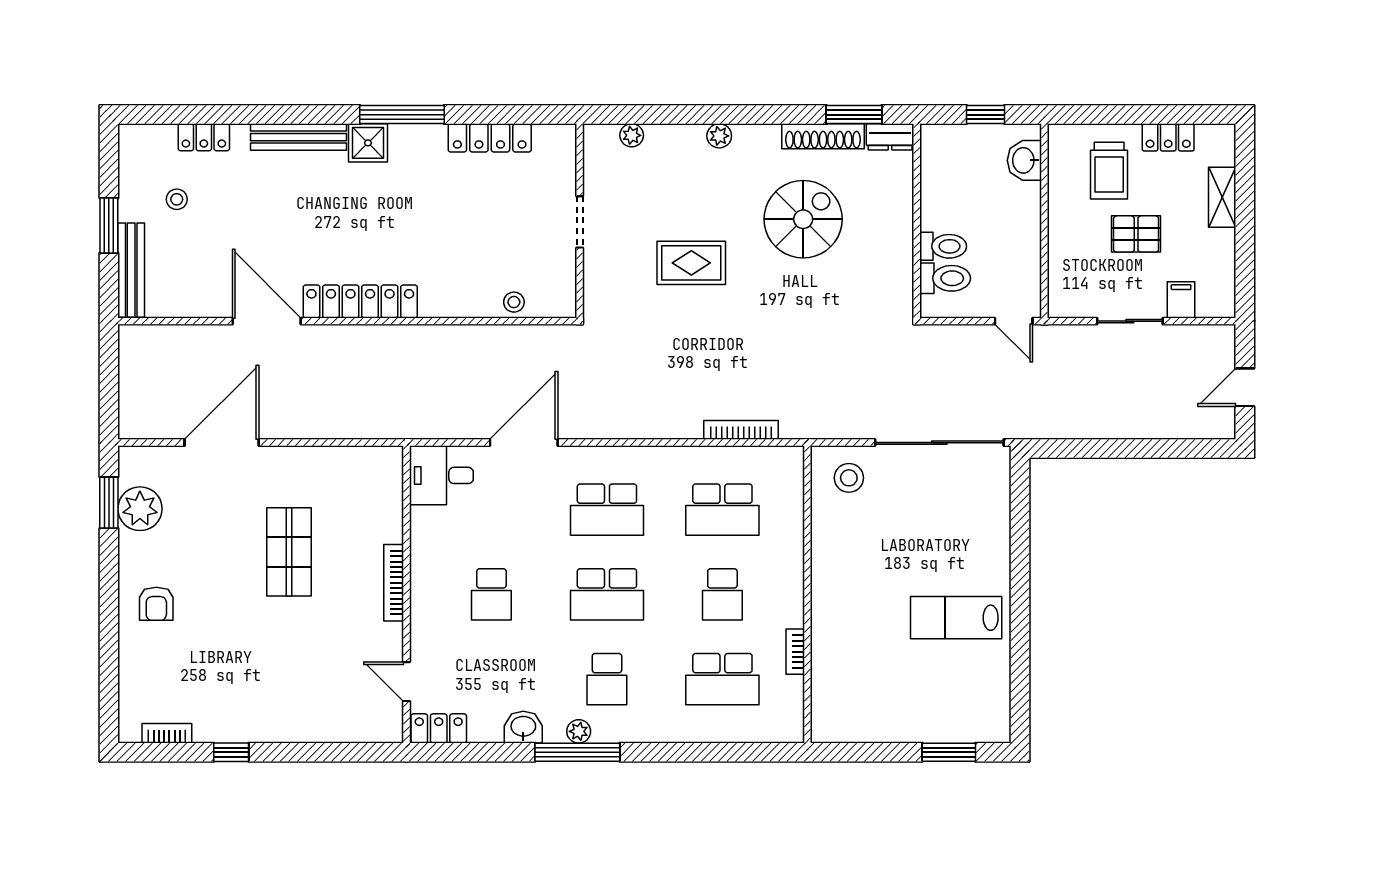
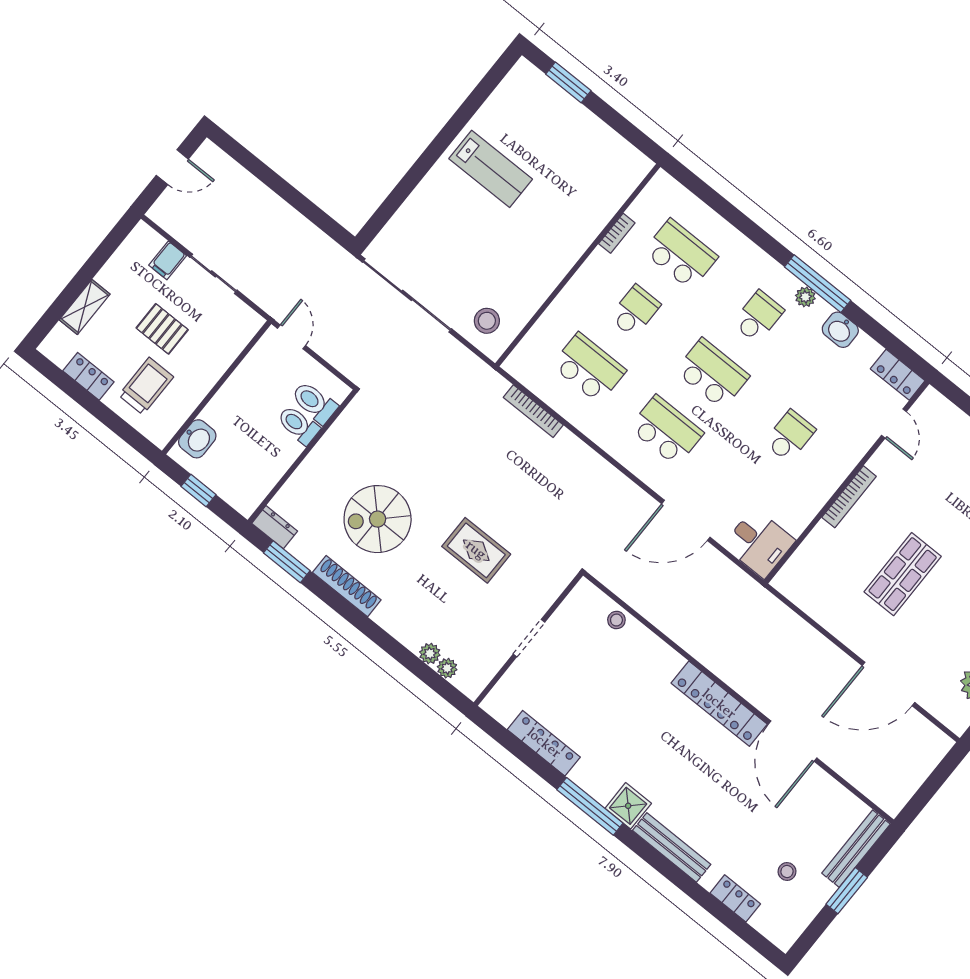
plant: (719, 136) -> (430, 654), moved
shoe rack: (823, 136) -> (347, 586), moved

